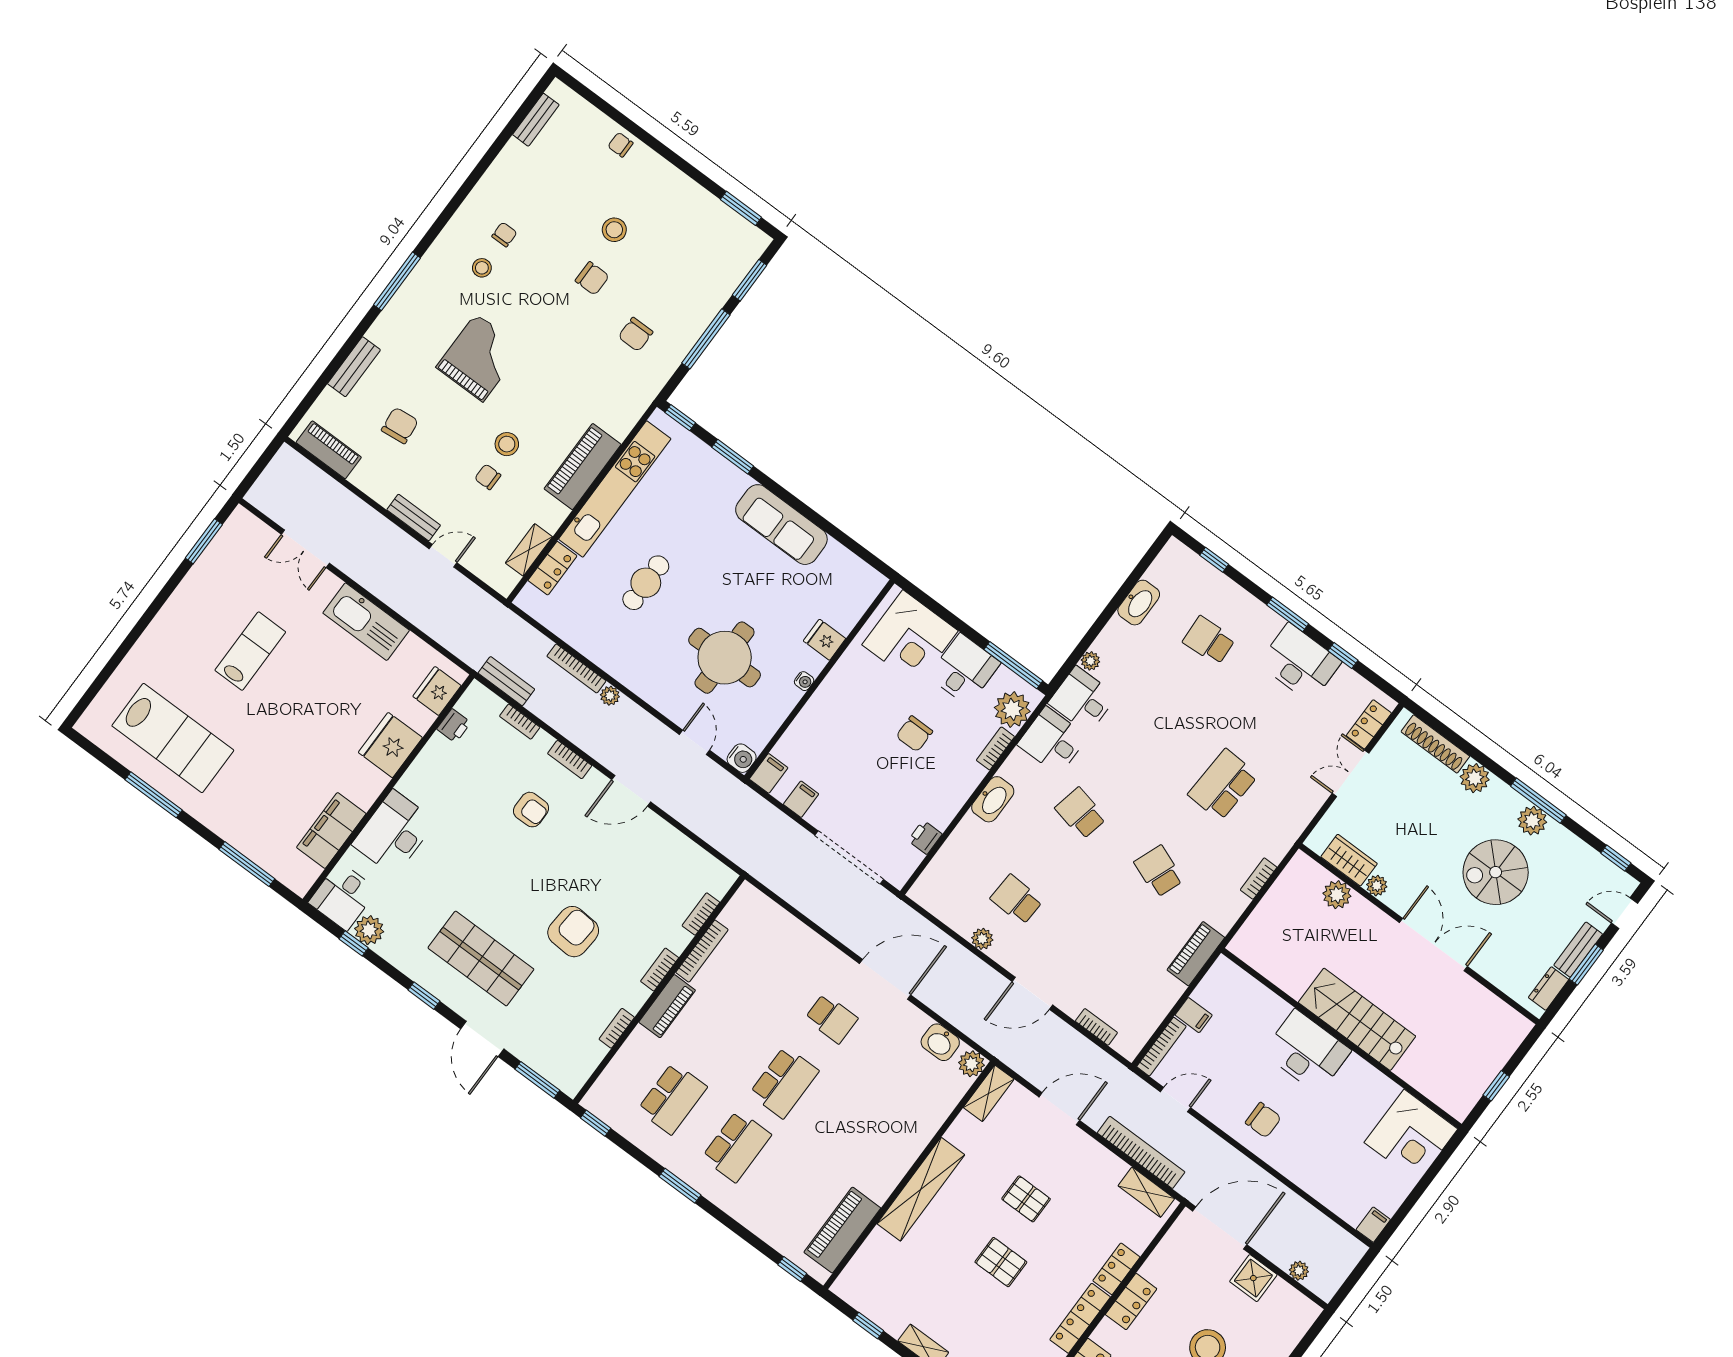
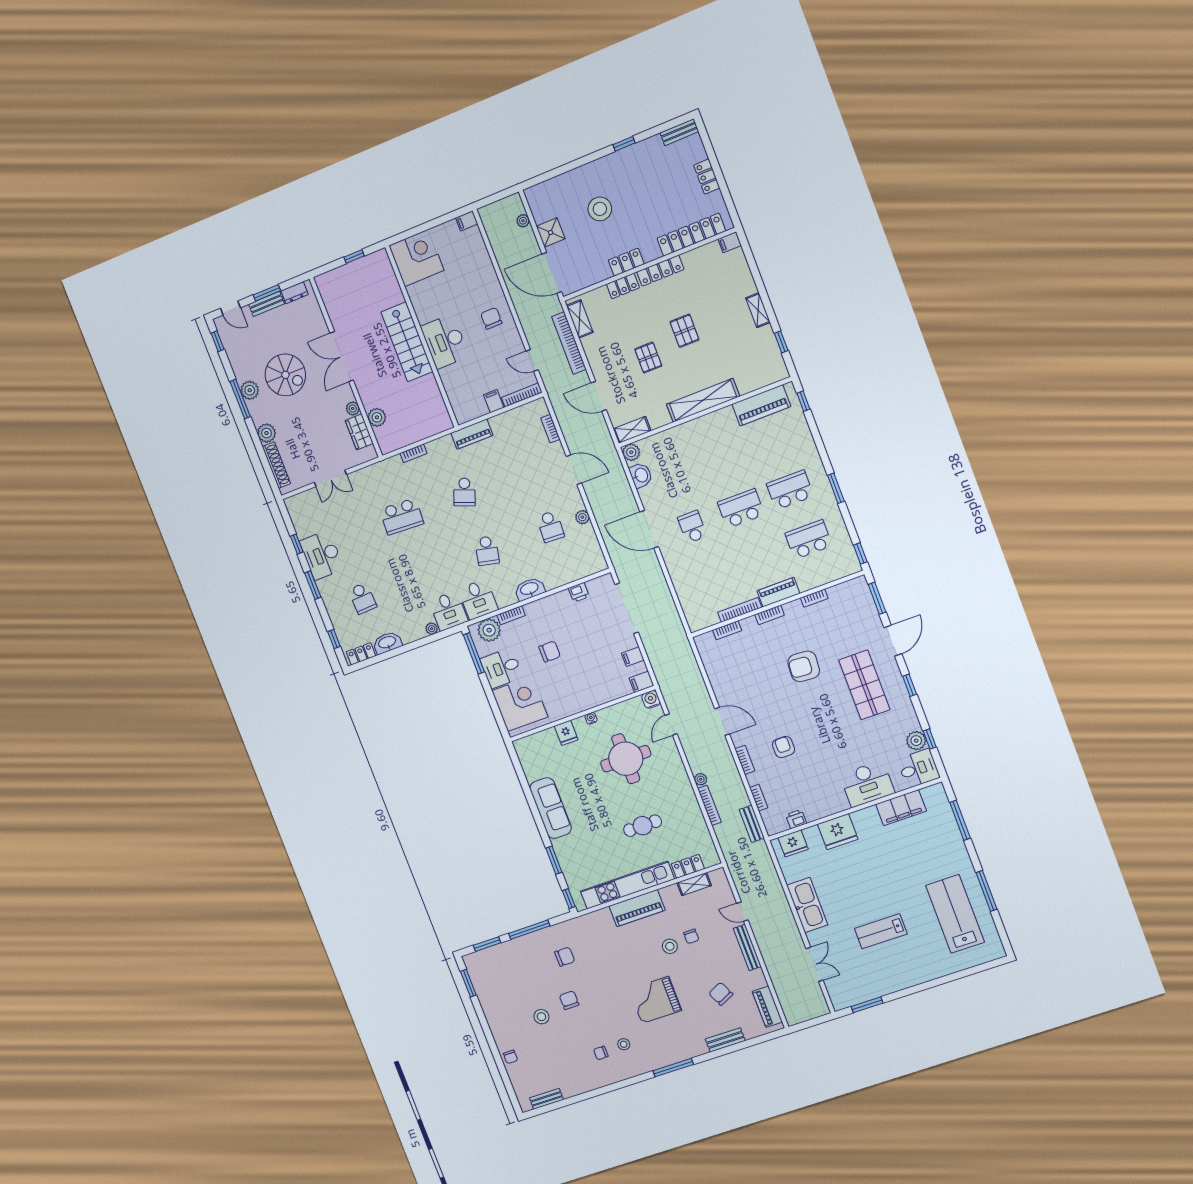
chair: (400, 426) -> (721, 994), turned 71
bench: (414, 517) -> (747, 948), width x1.36
locker: (1369, 724) -> (361, 654), moved, turned 180

